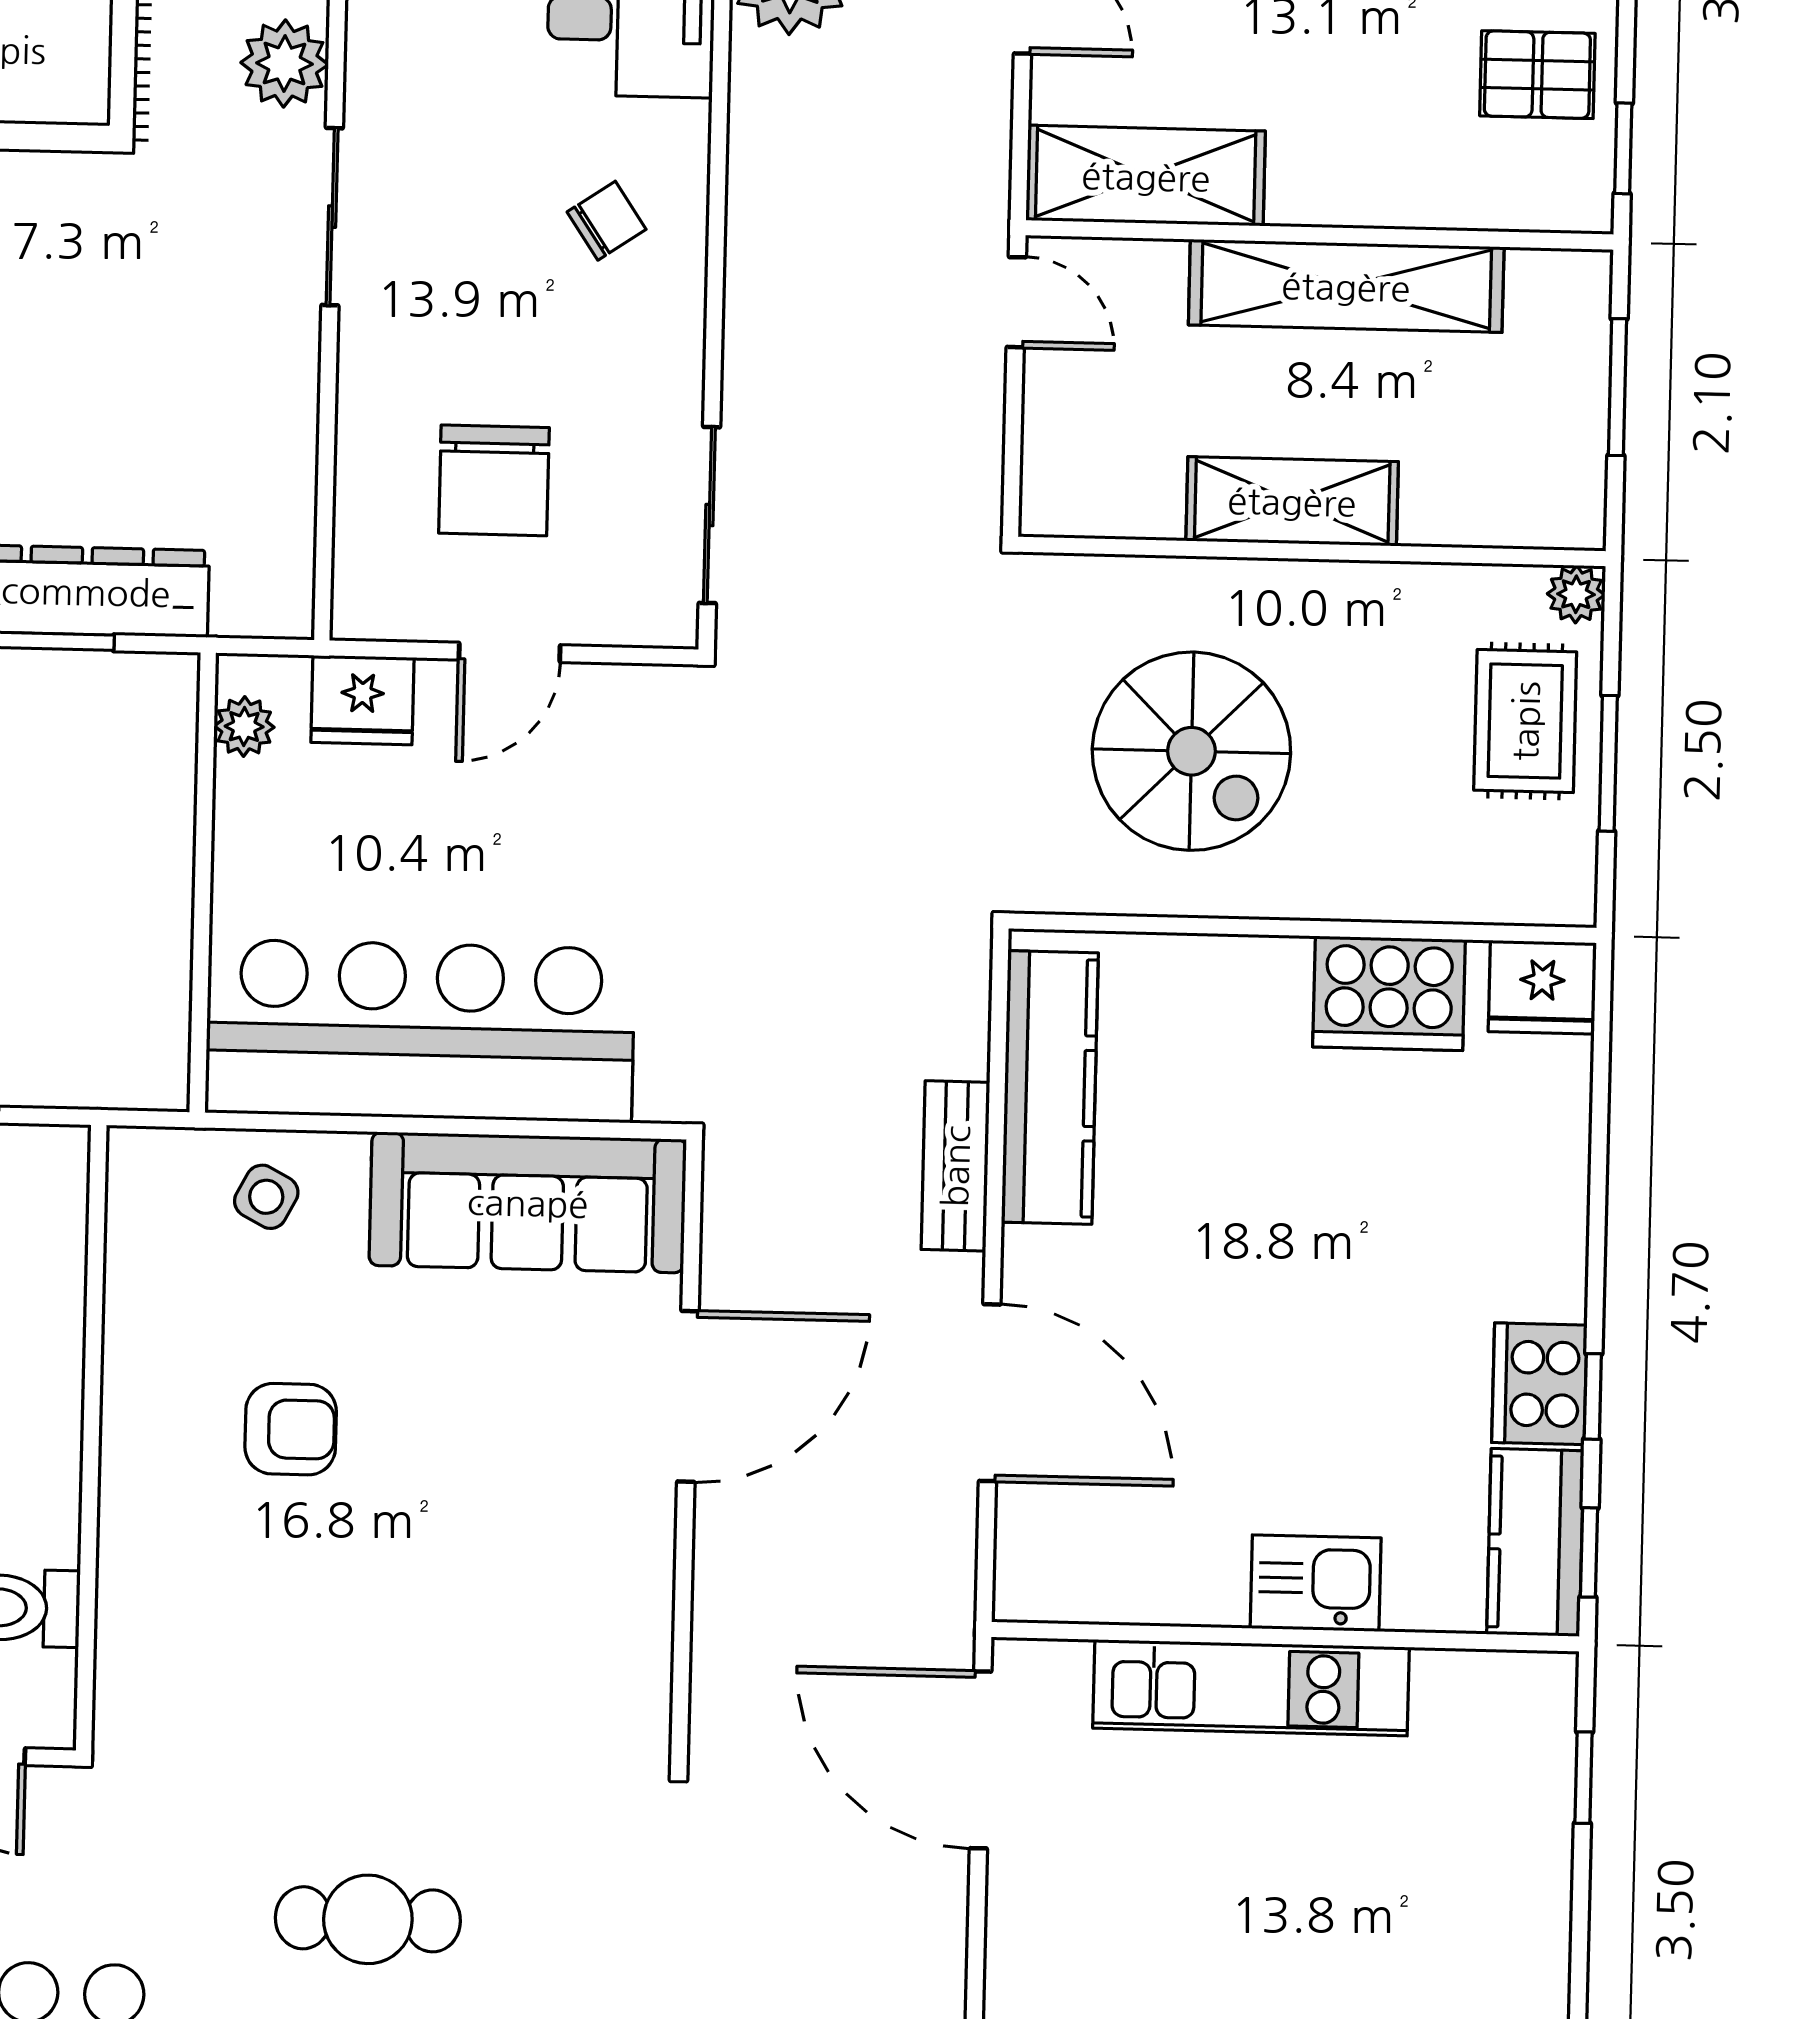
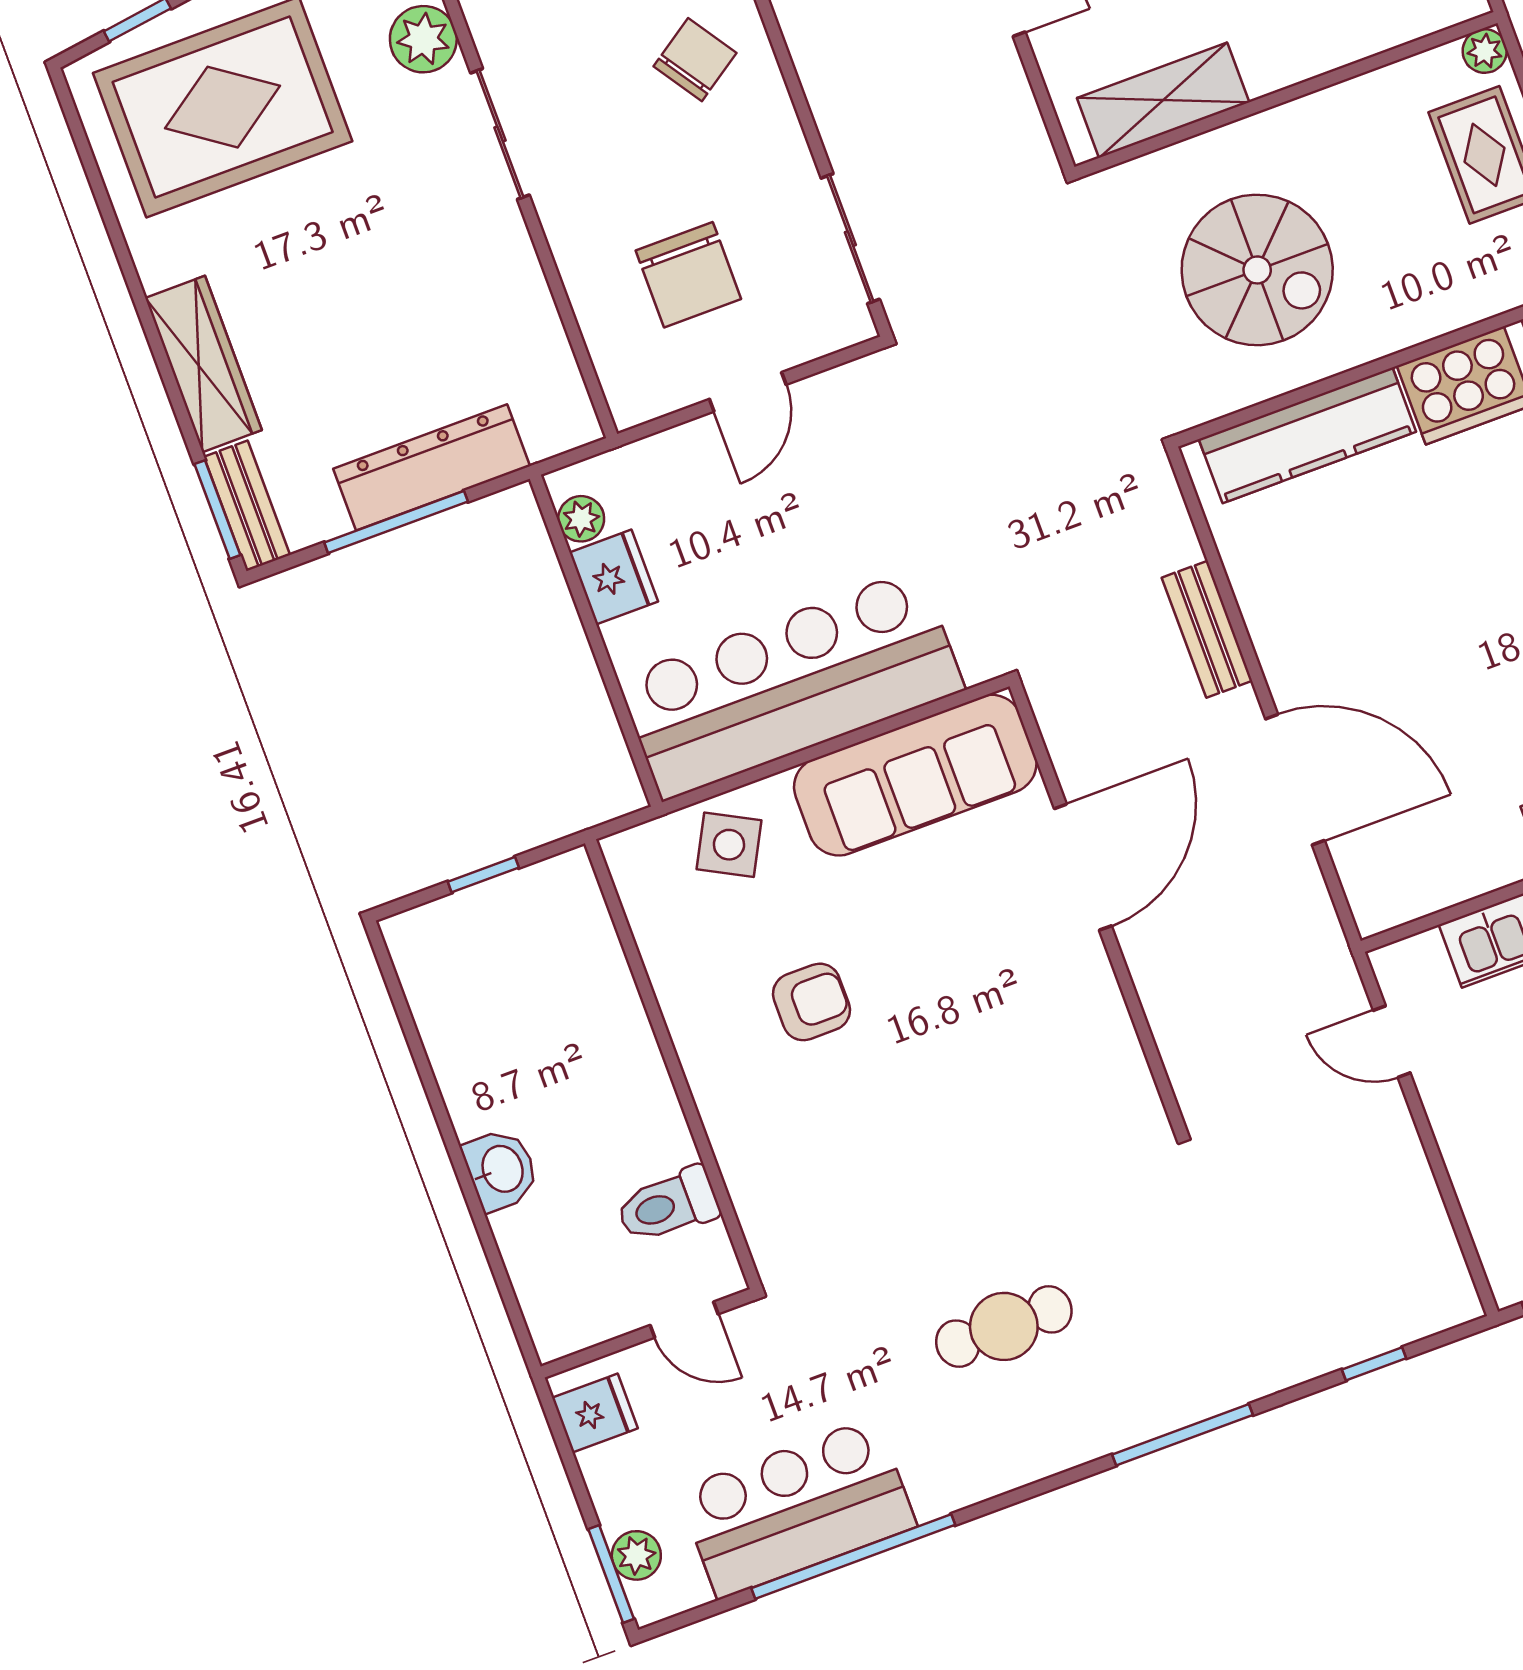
chair: (607, 221) -> (695, 60), width x1.37, depth x1.37
shelving: (1292, 501) -> (1163, 100), moved
fridge: (362, 700) -> (614, 577), moved, turned -90
kitchen counter: (1050, 1088) -> (1307, 435), moved, turned 90
side table: (266, 1197) -> (729, 845), width x1.37, depth x1.37
door: (981, 1760) -> (1392, 1042), width x0.53

